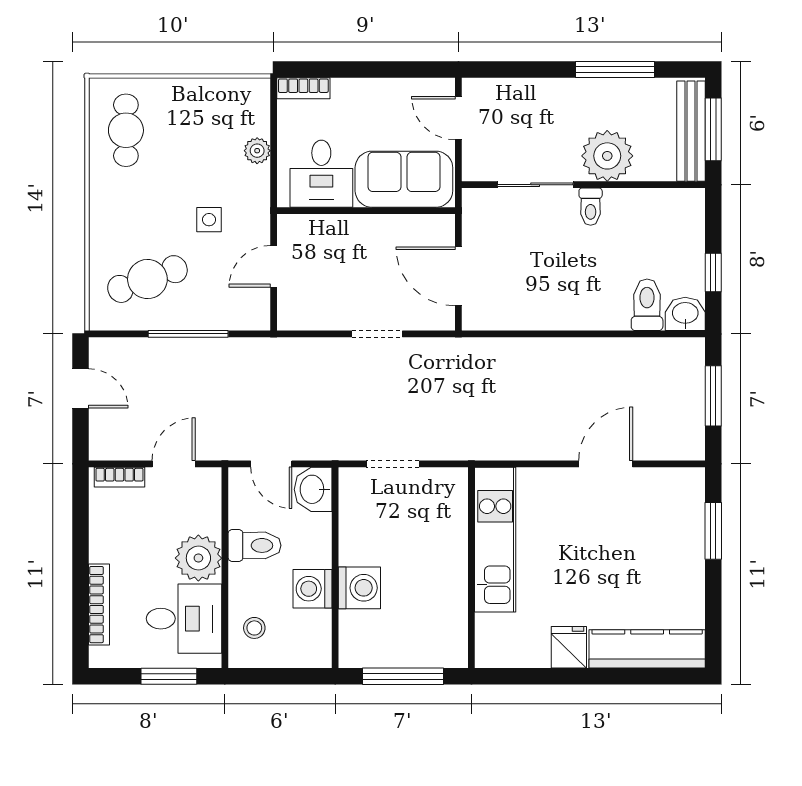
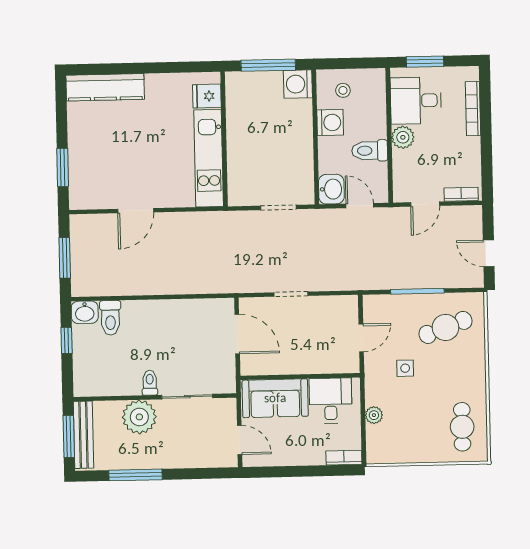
plant: (198, 558) -> (403, 137), width x0.73, depth x0.73
washing machine: (359, 588) -> (298, 84), moved
stool: (254, 628) -> (343, 90), moved
fridge: (569, 647) -> (207, 96), moved, turned 90

